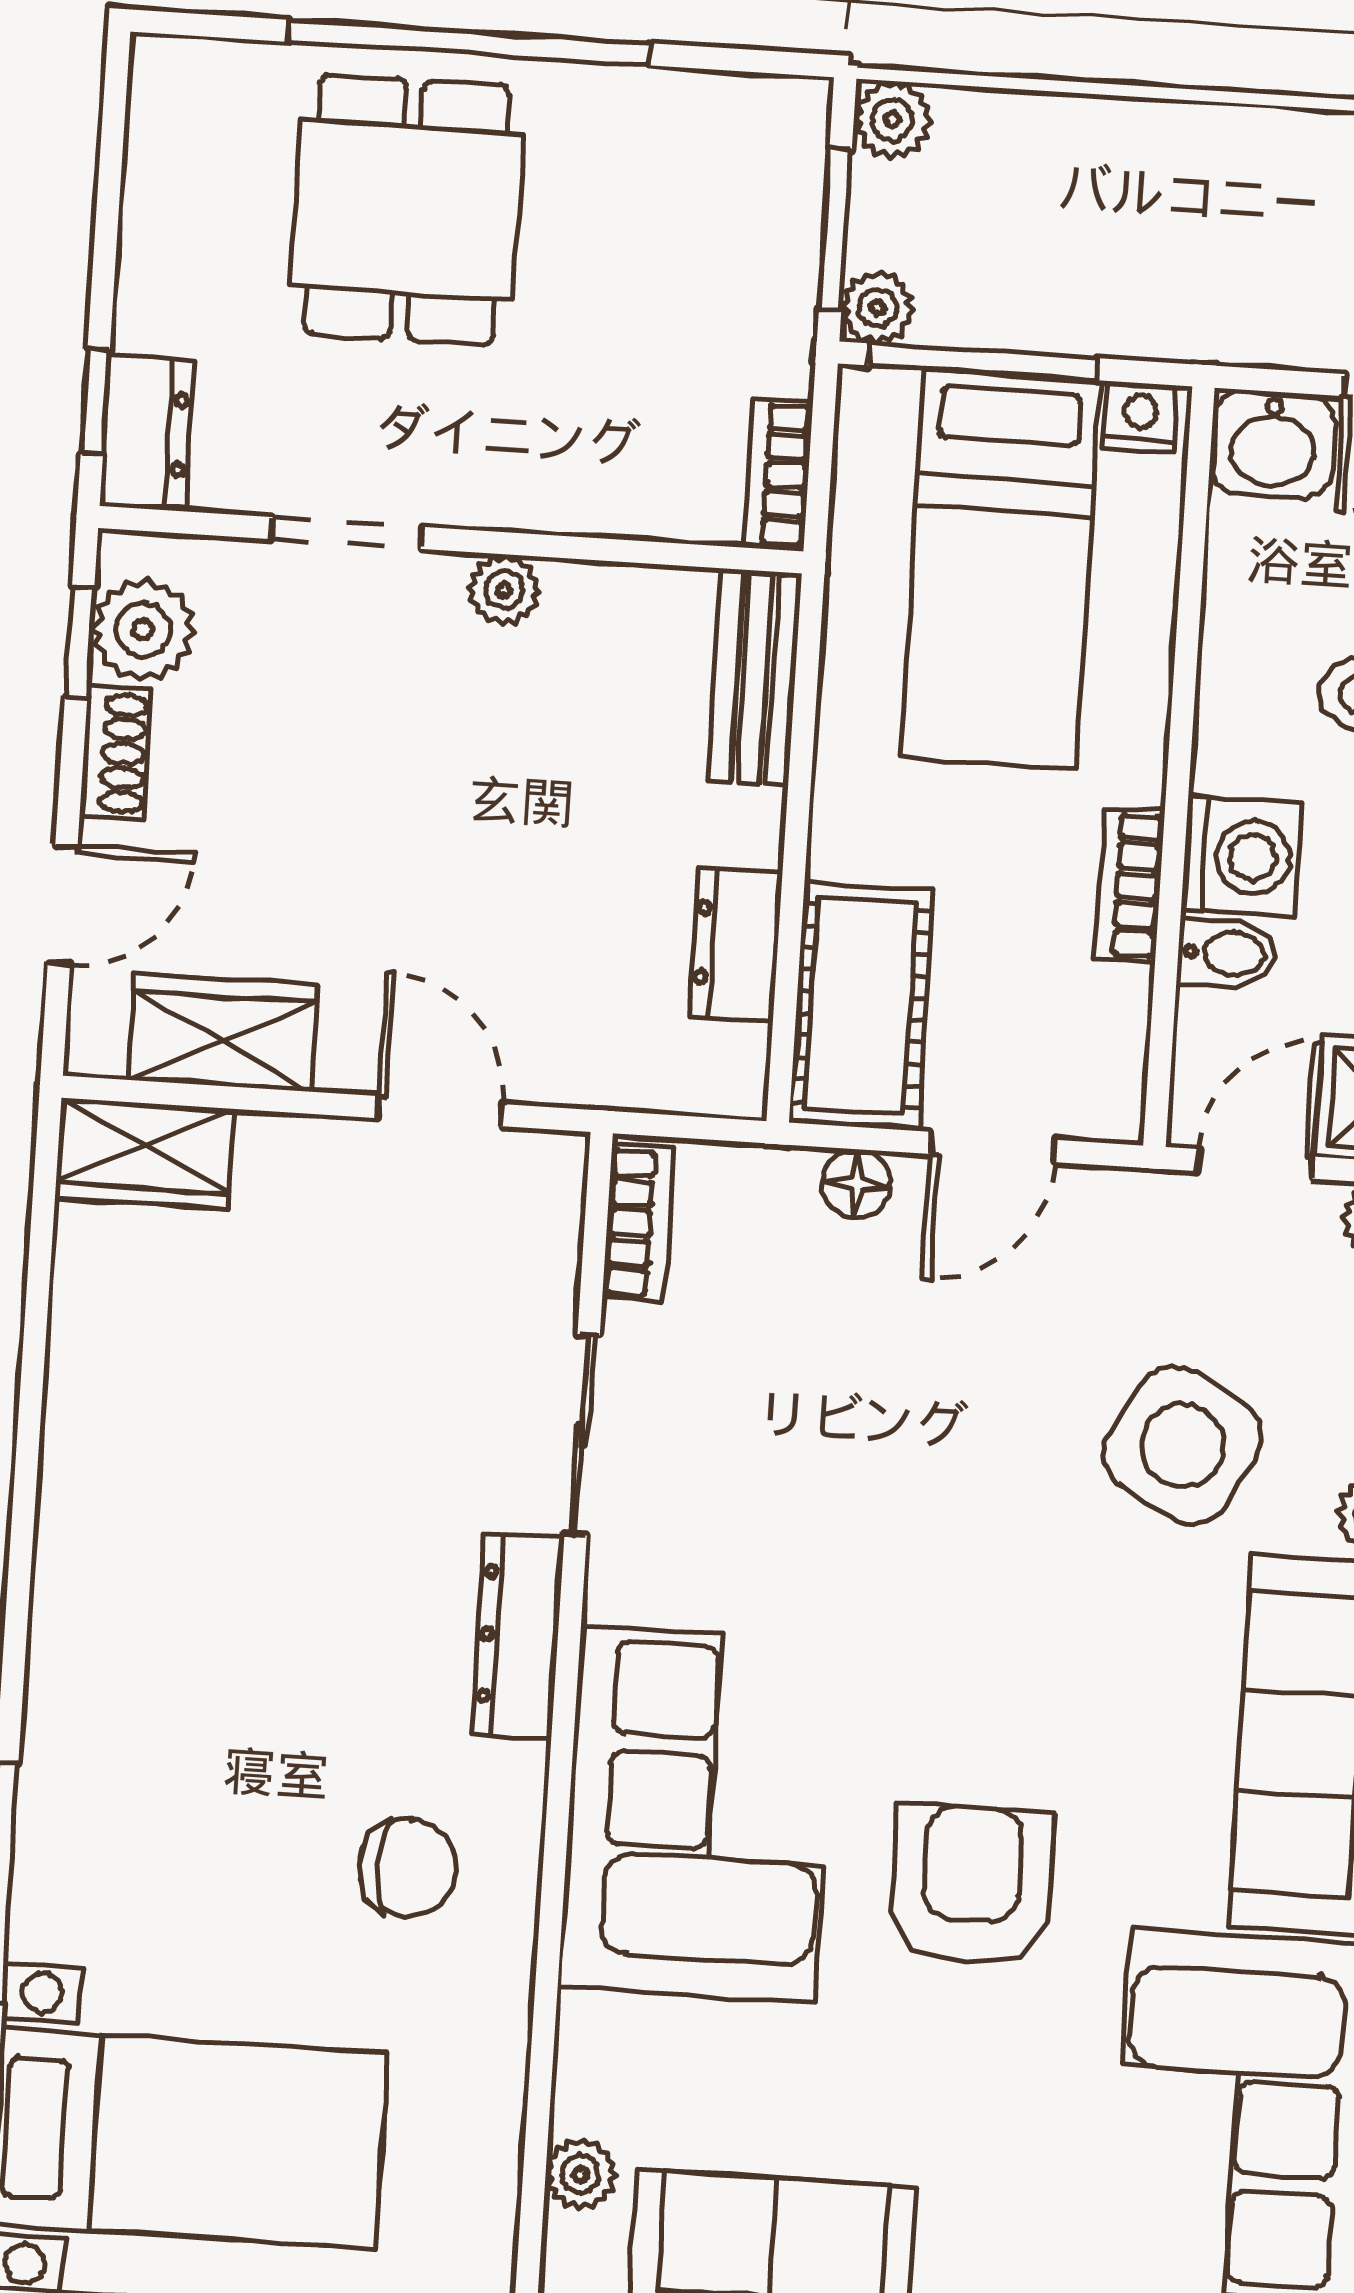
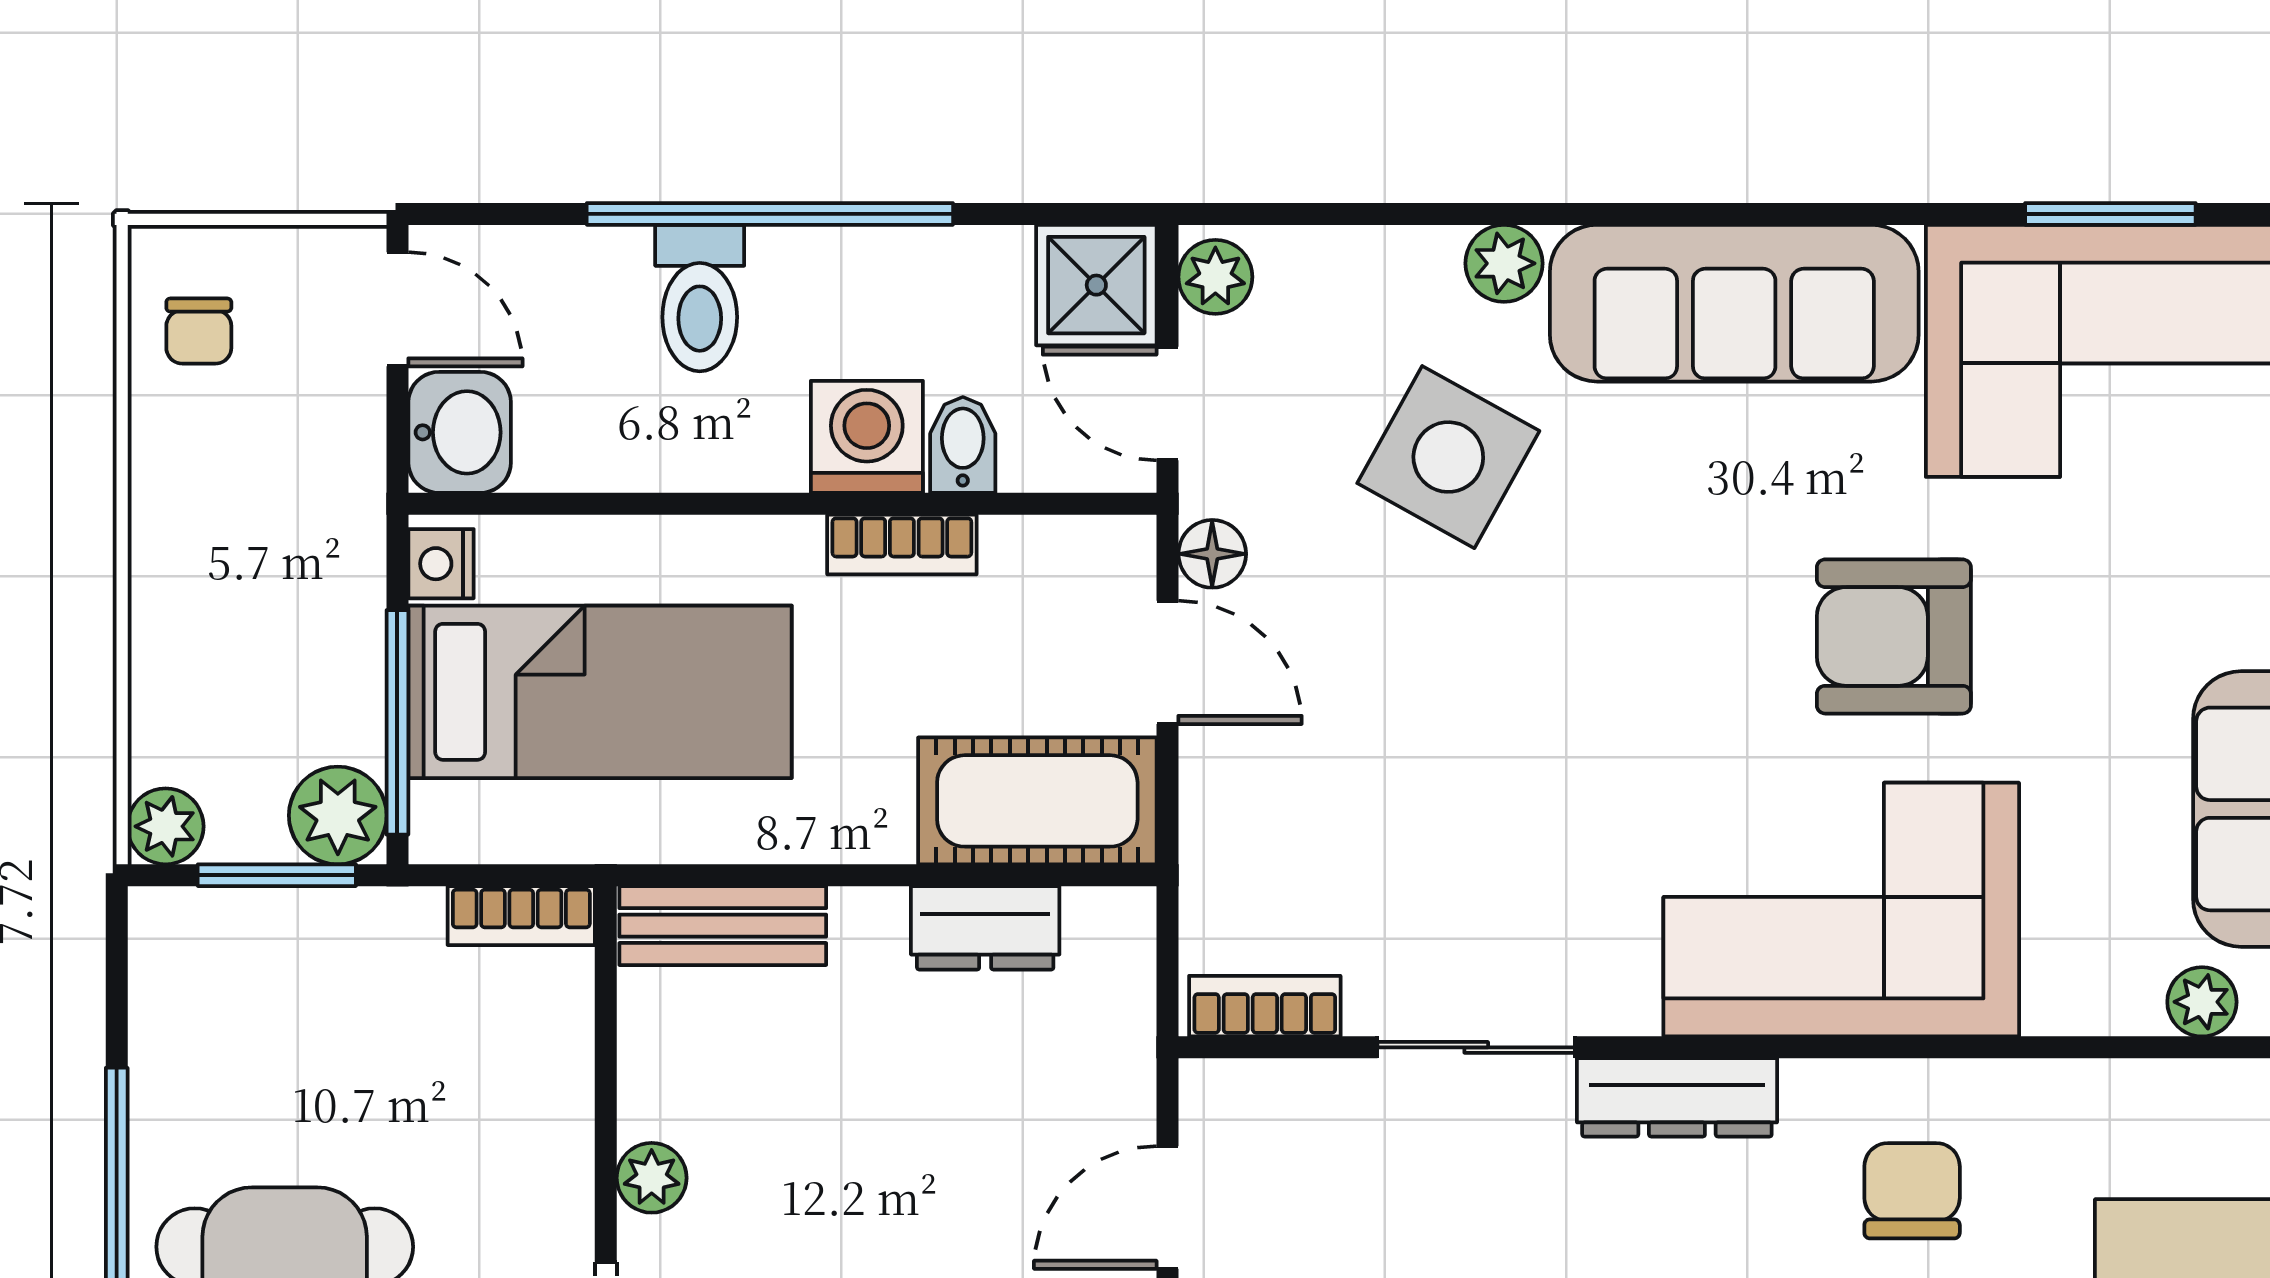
plant: (878, 308) -> (338, 815), width x1.38, depth x1.38
floor lamp: (856, 1184) -> (1212, 554), moved

